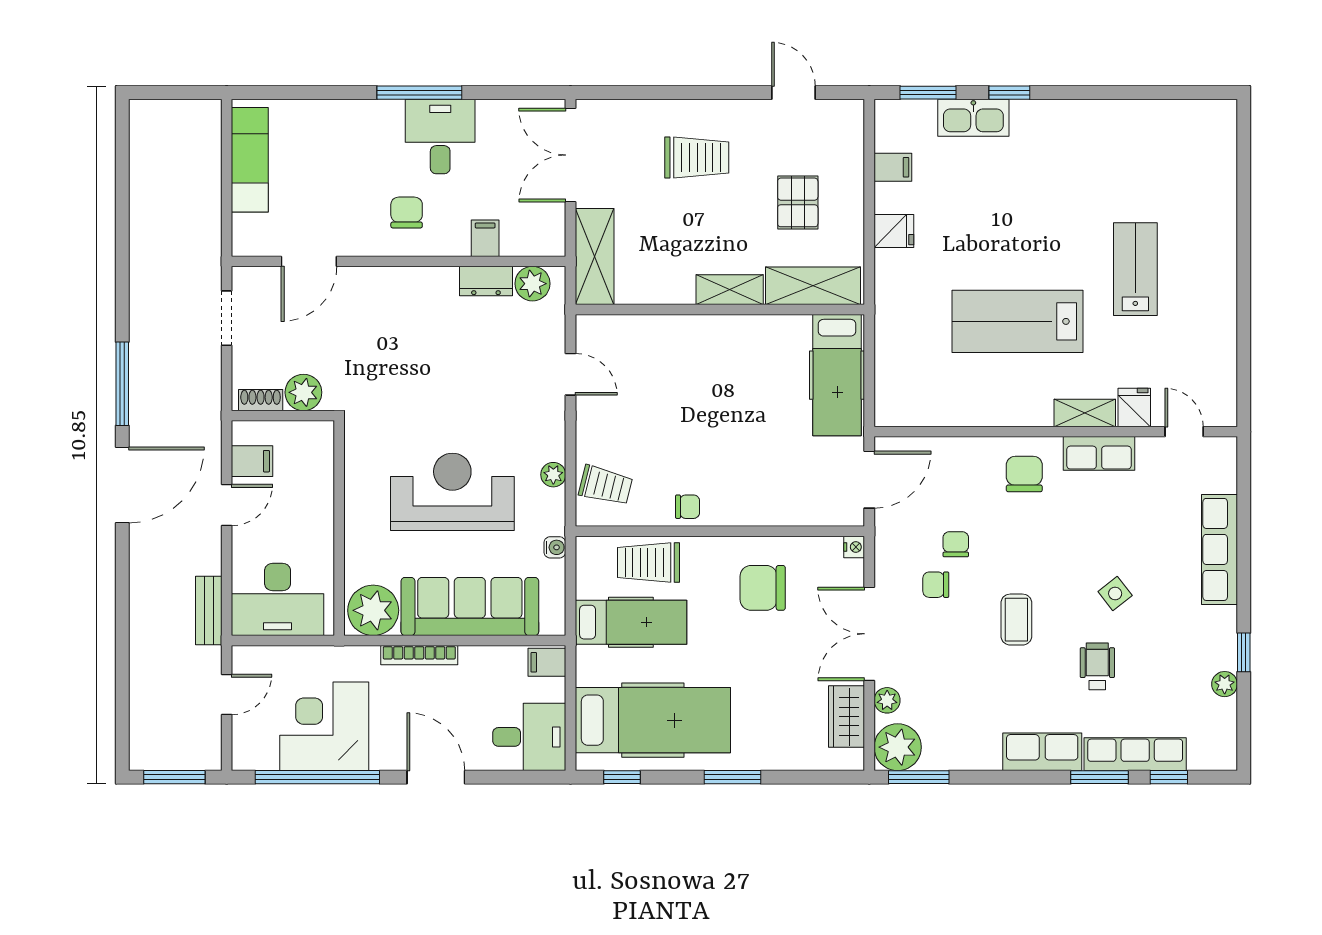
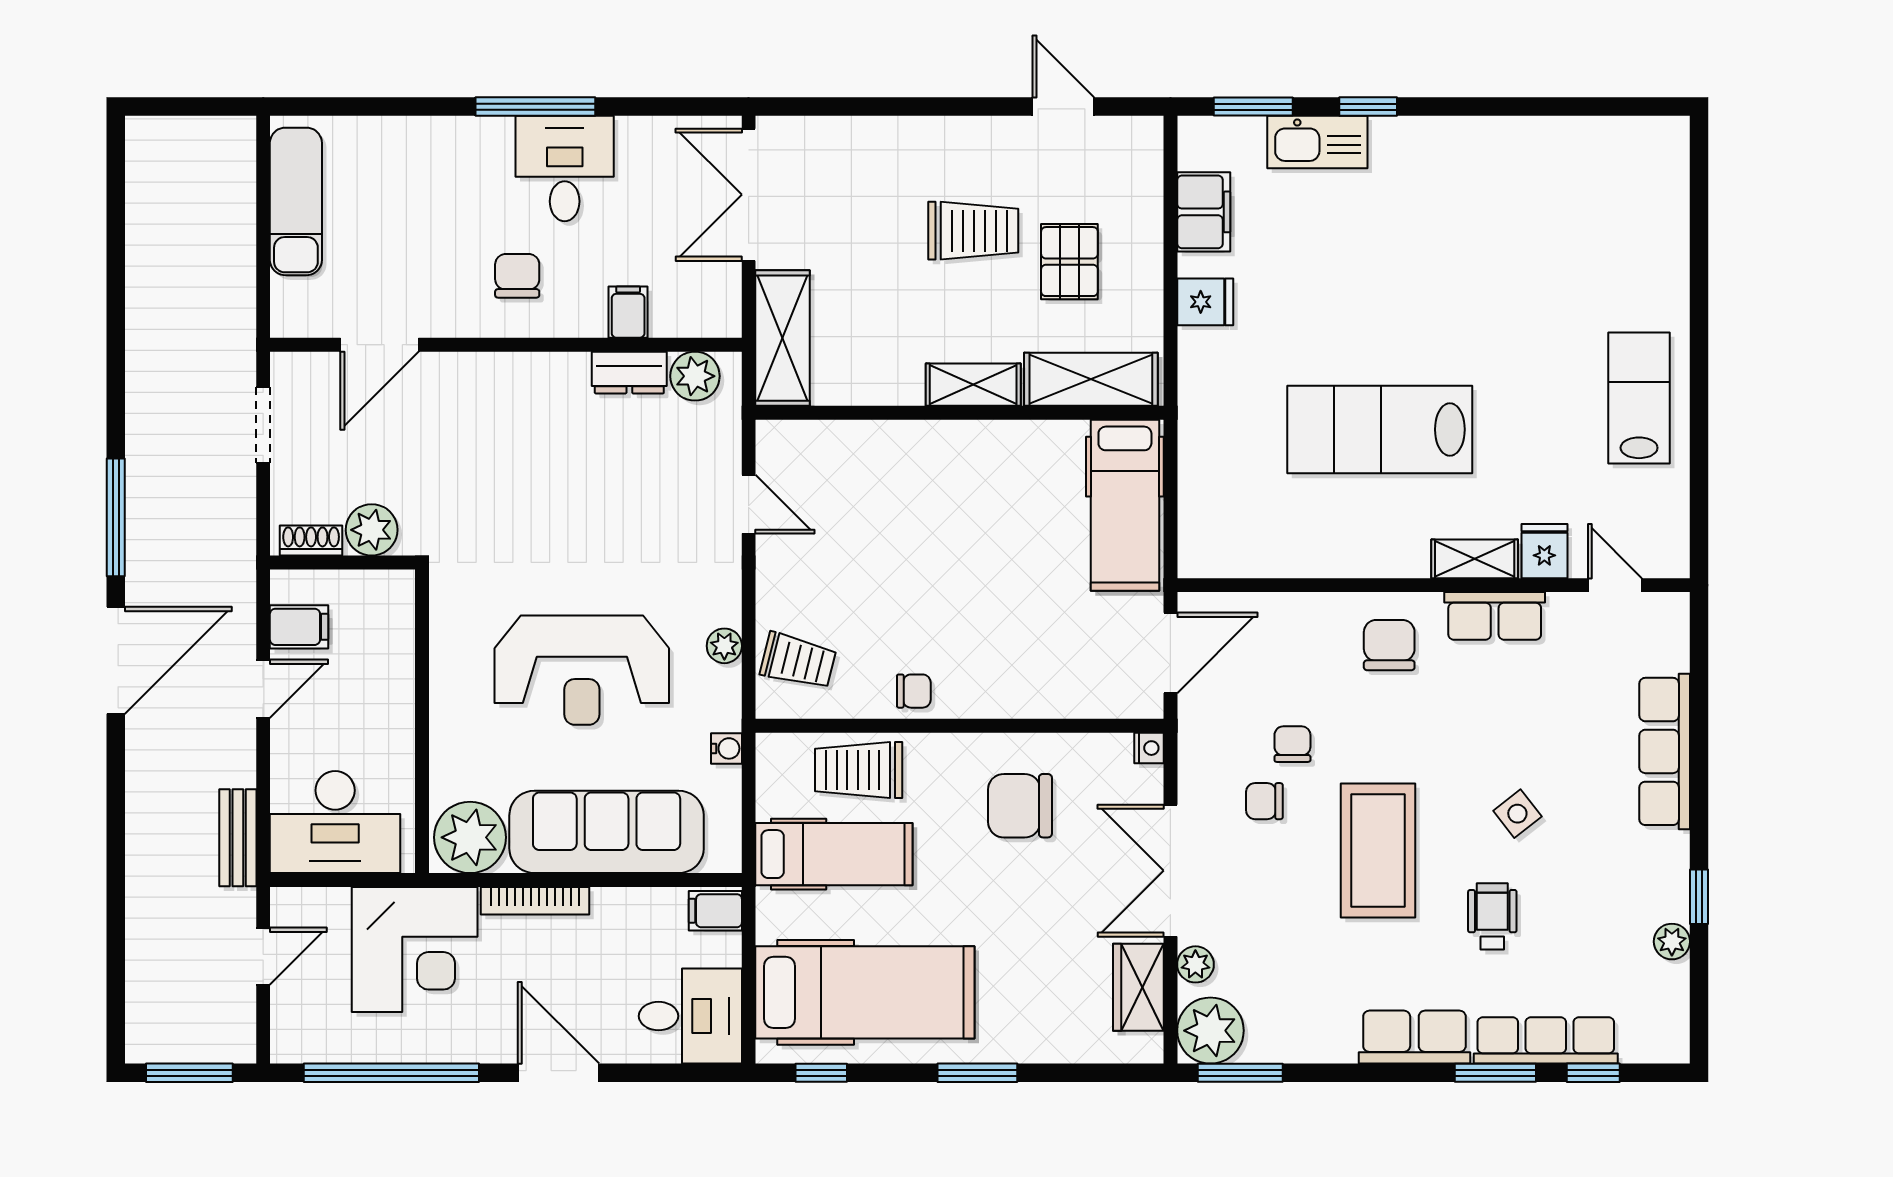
trolley: (697, 158) -> (973, 231), moved
filing cabinet: (893, 167) -> (1204, 212), width x2.00
lab bench: (1135, 269) -> (1639, 398), moved
reception desk: (452, 492) -> (582, 670), turned 180
coffee table: (1016, 620) -> (1378, 850), width x1.86, depth x1.72
corner desk: (324, 726) -> (415, 949), moved, turned 180

